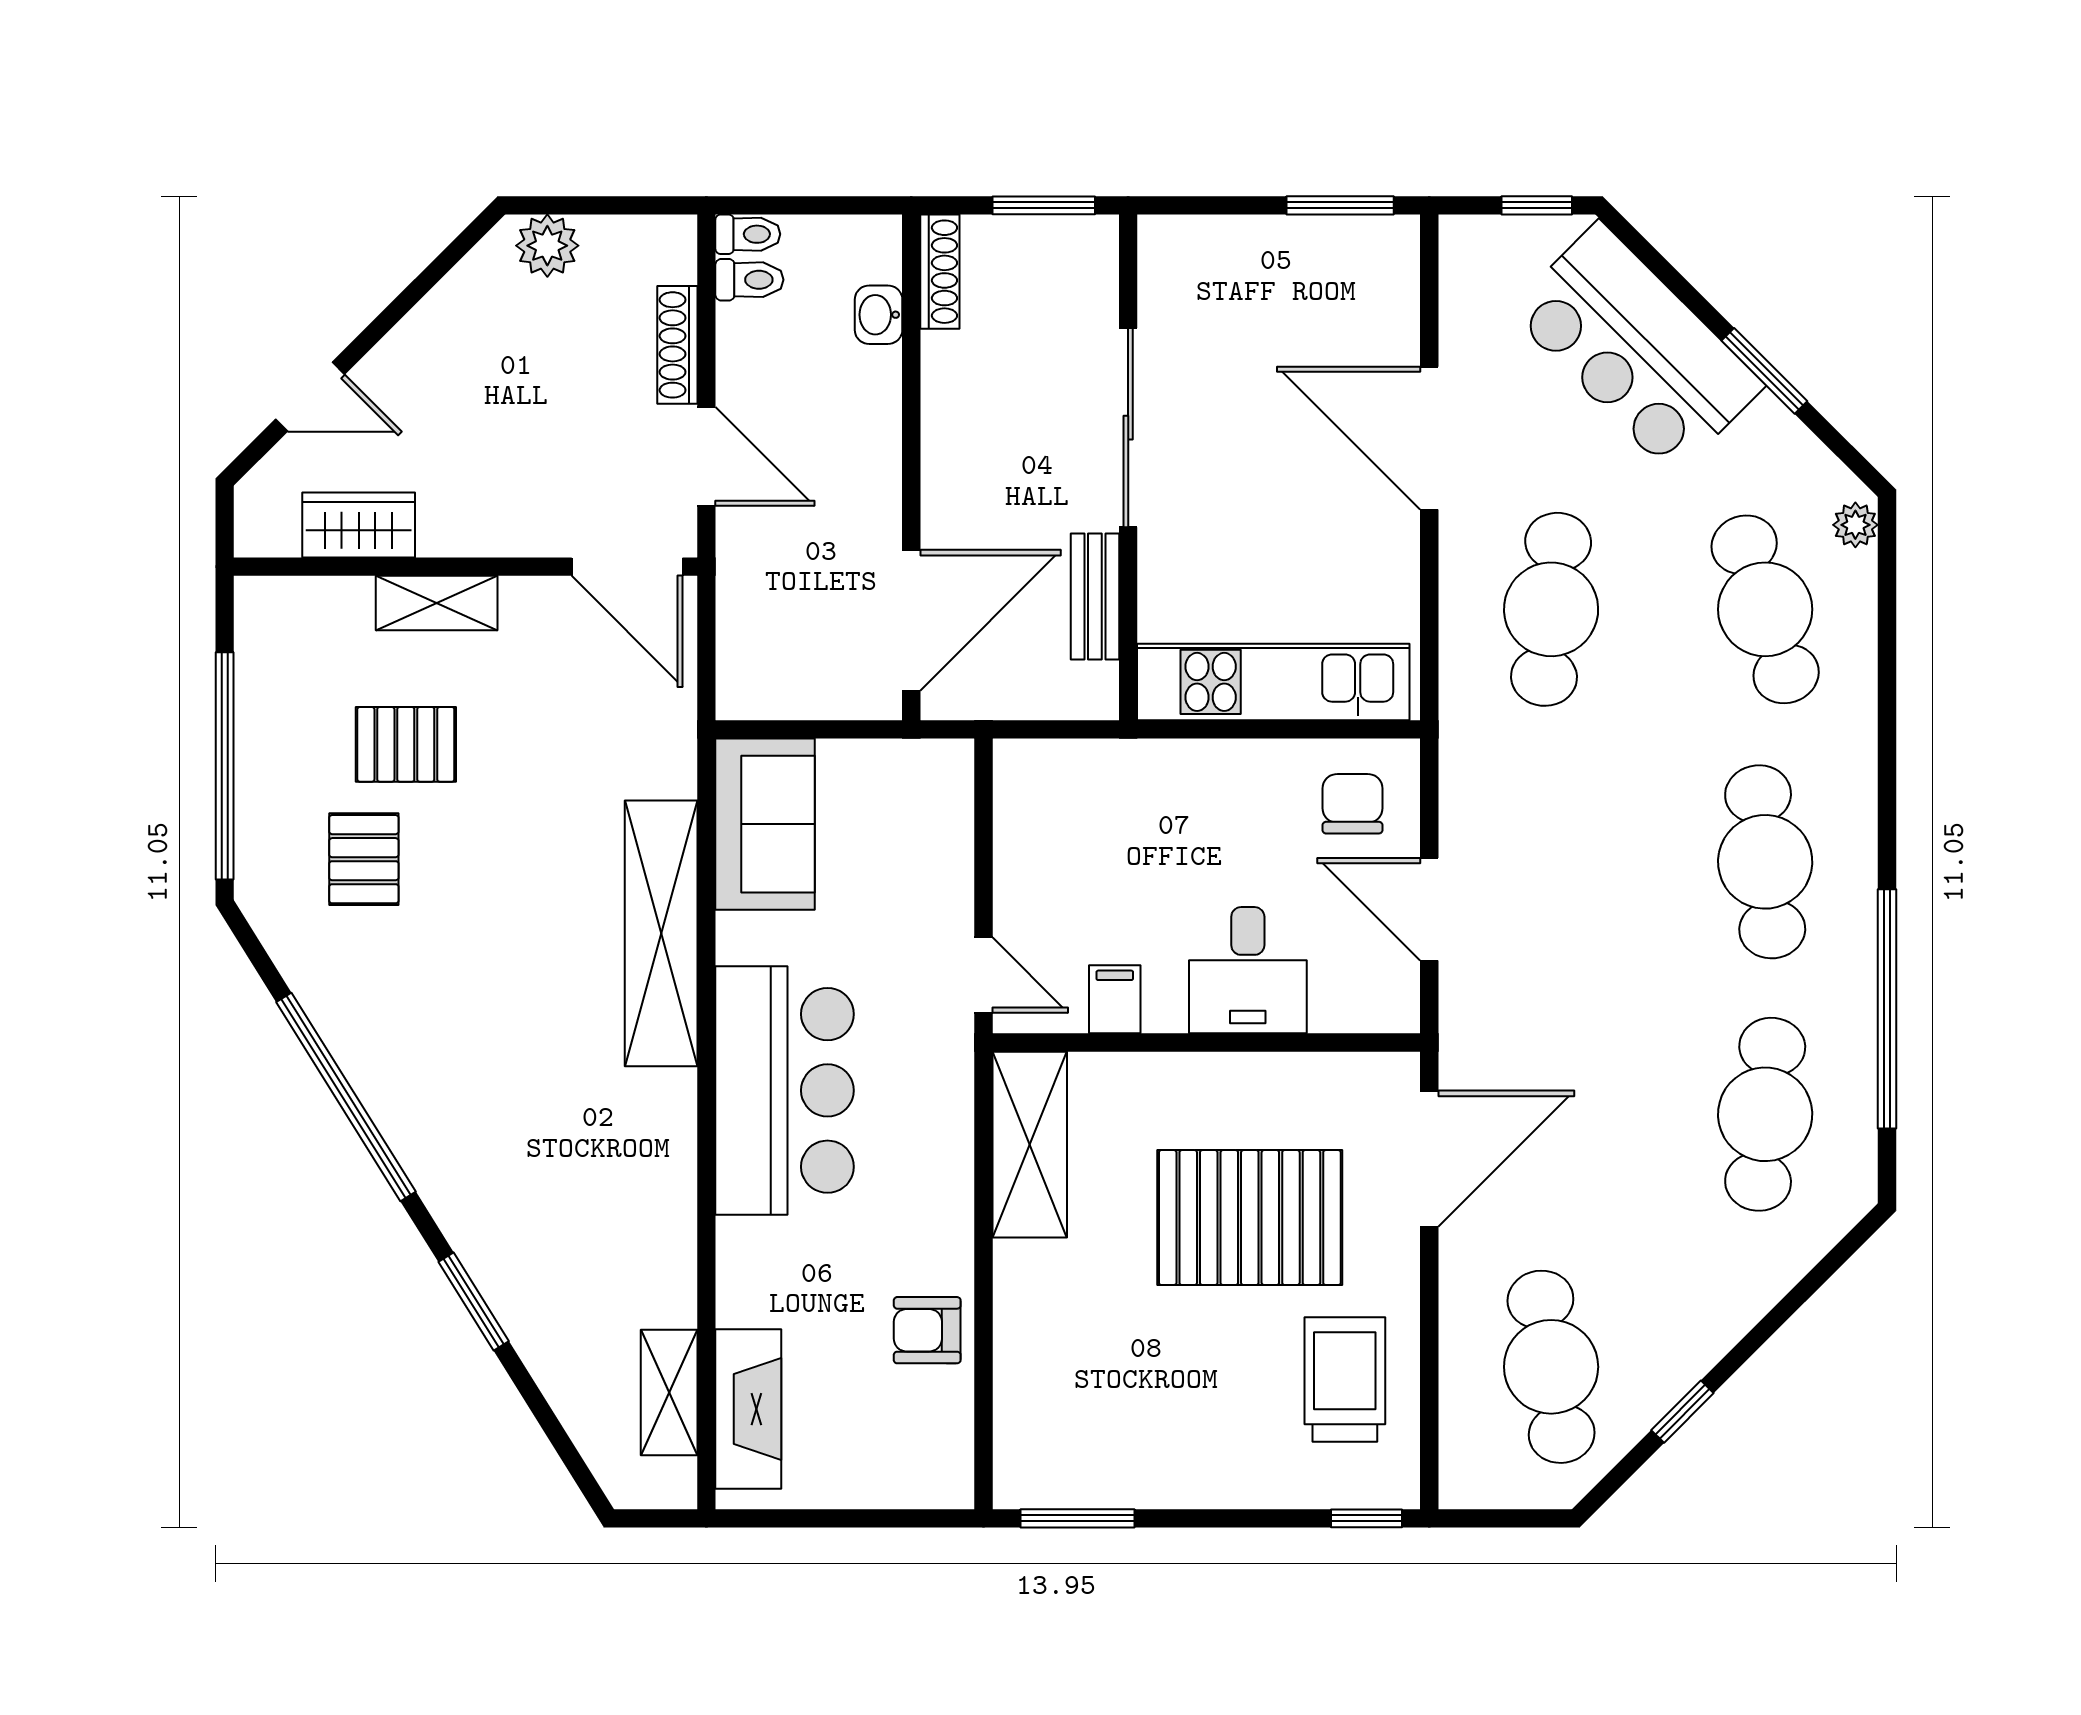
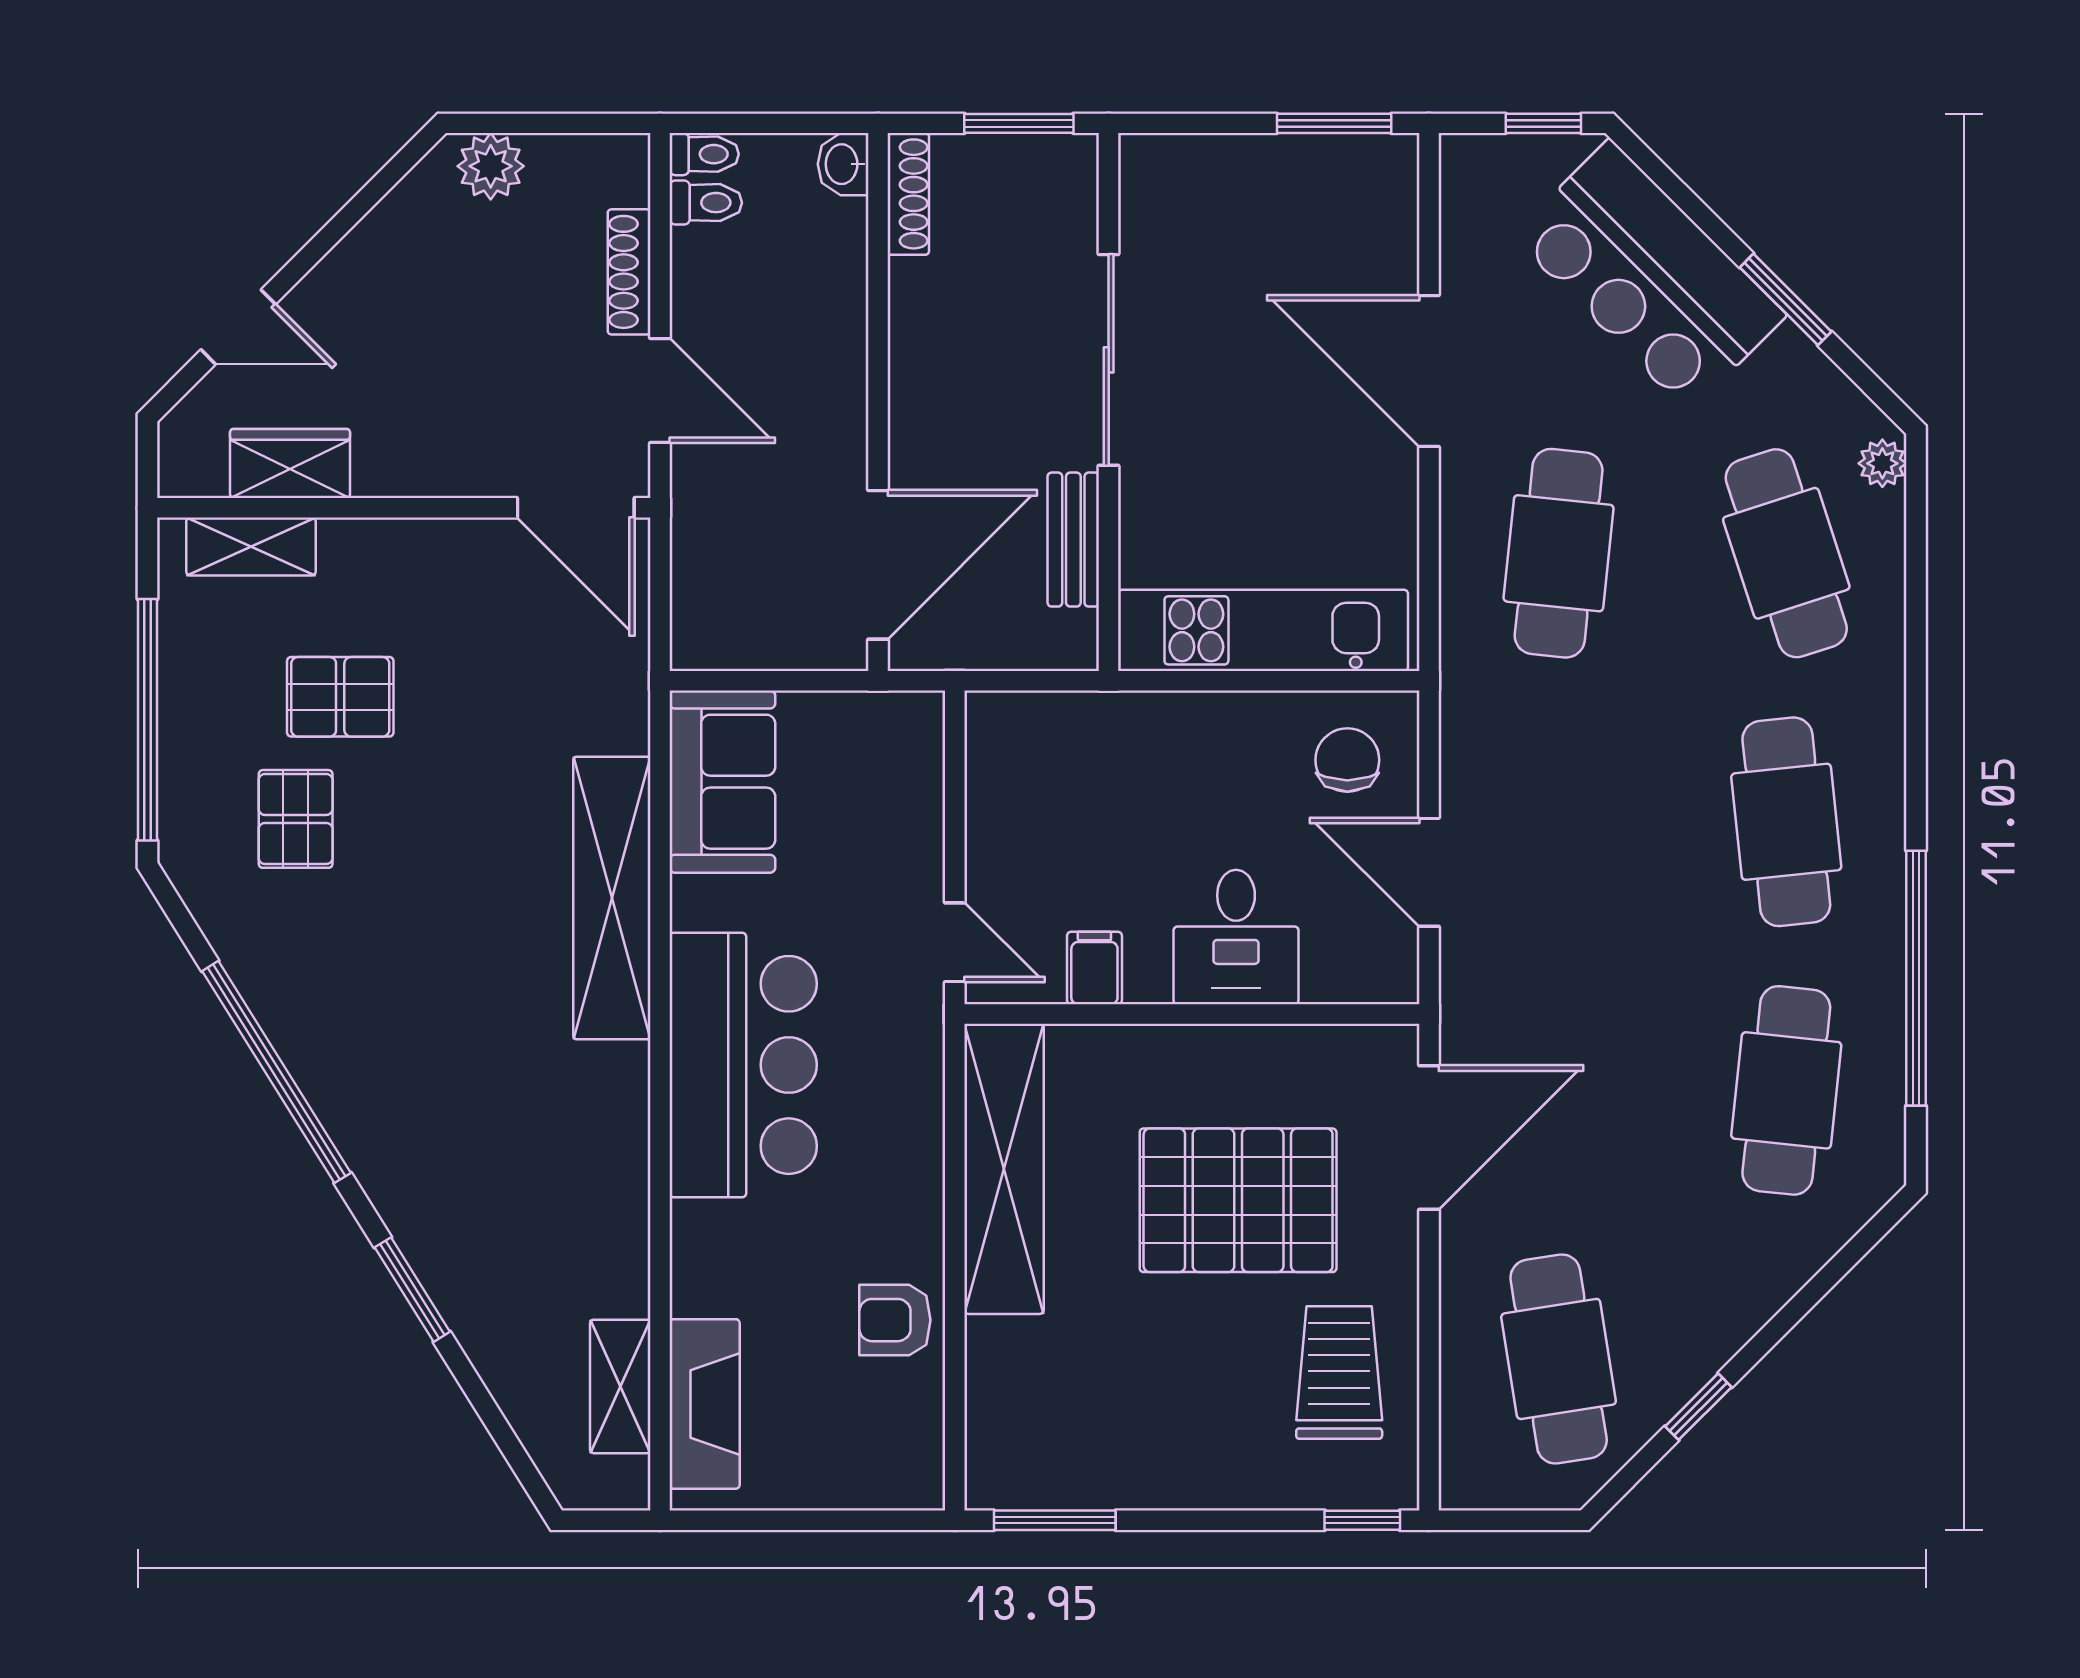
washbasin: (879, 315) -> (843, 164), moved
shelving: (437, 603) -> (251, 547), moved
shelving: (1030, 1145) -> (1004, 1169), width x1.47

